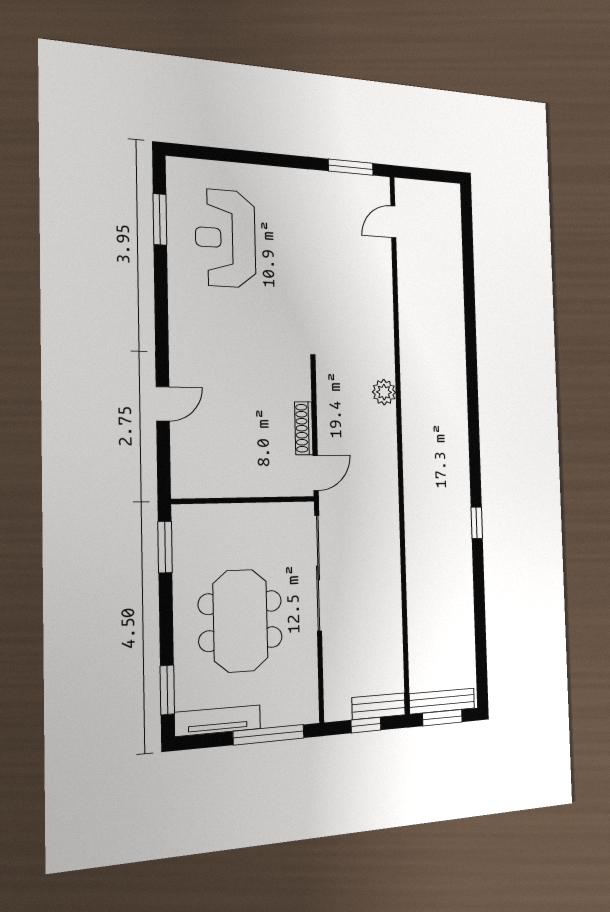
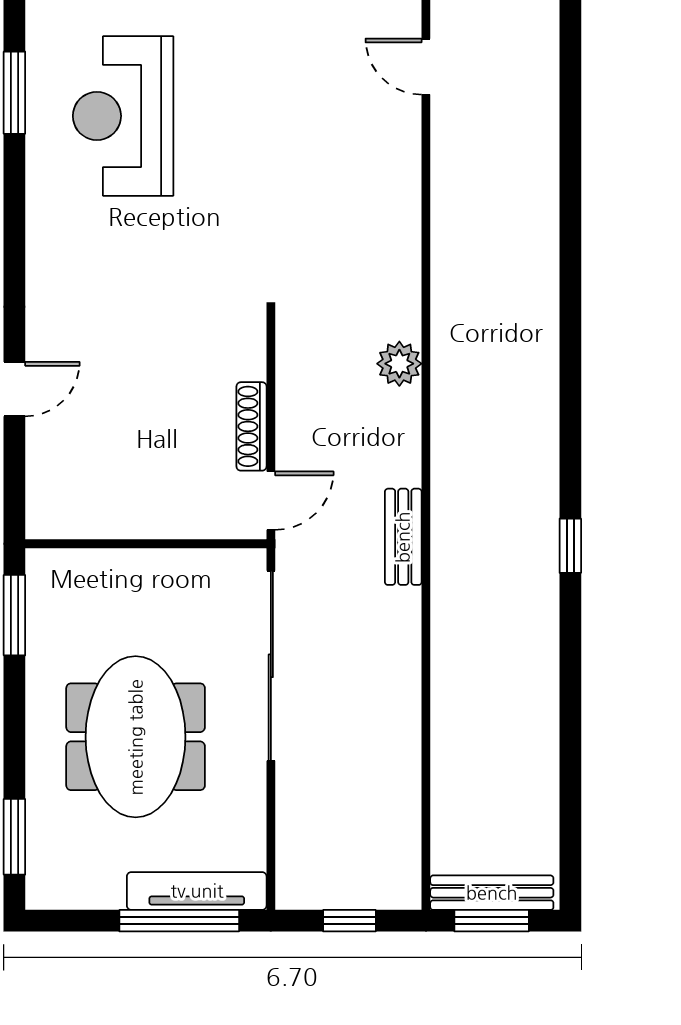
door: (393, 222) -> (426, 67), hinge flipped
window: (477, 523) -> (570, 546), moved
bench: (379, 706) -> (403, 537), moved, turned 90
tv unit: (218, 721) -> (197, 891), moved

